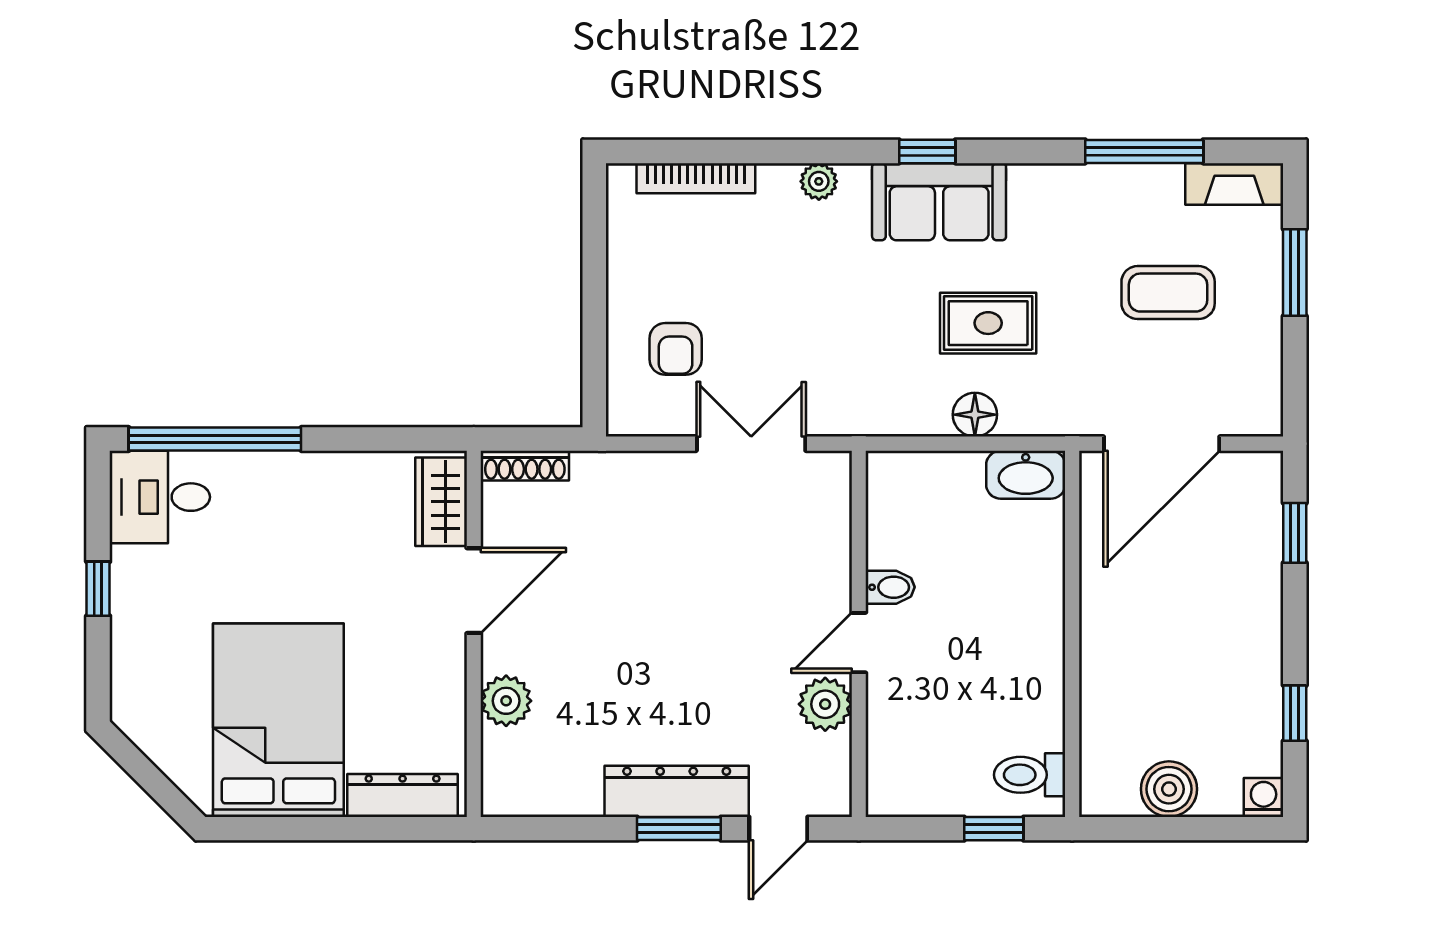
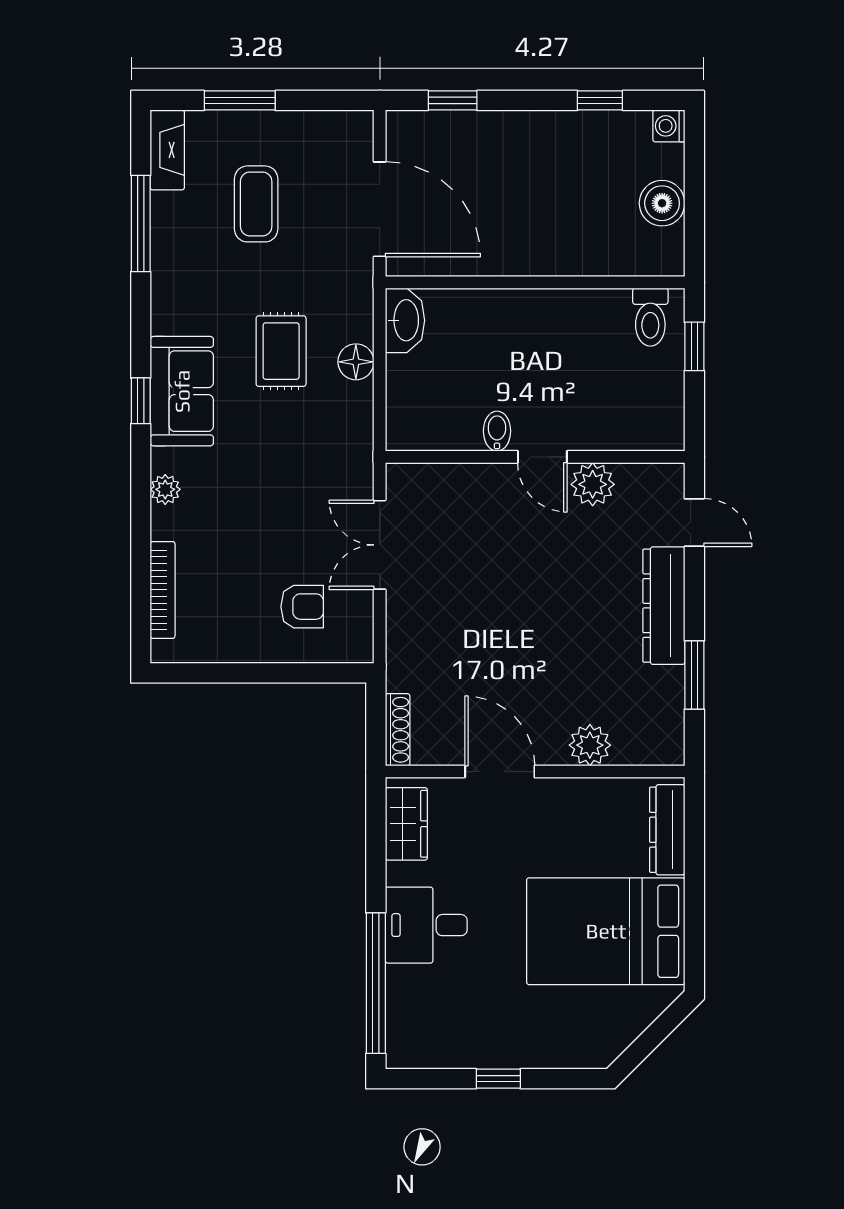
desk: (160, 497) -> (426, 925), moved, turned 90
wardrobe: (441, 502) -> (406, 824), moved, turned -90
window: (679, 829) -> (694, 675), moved

